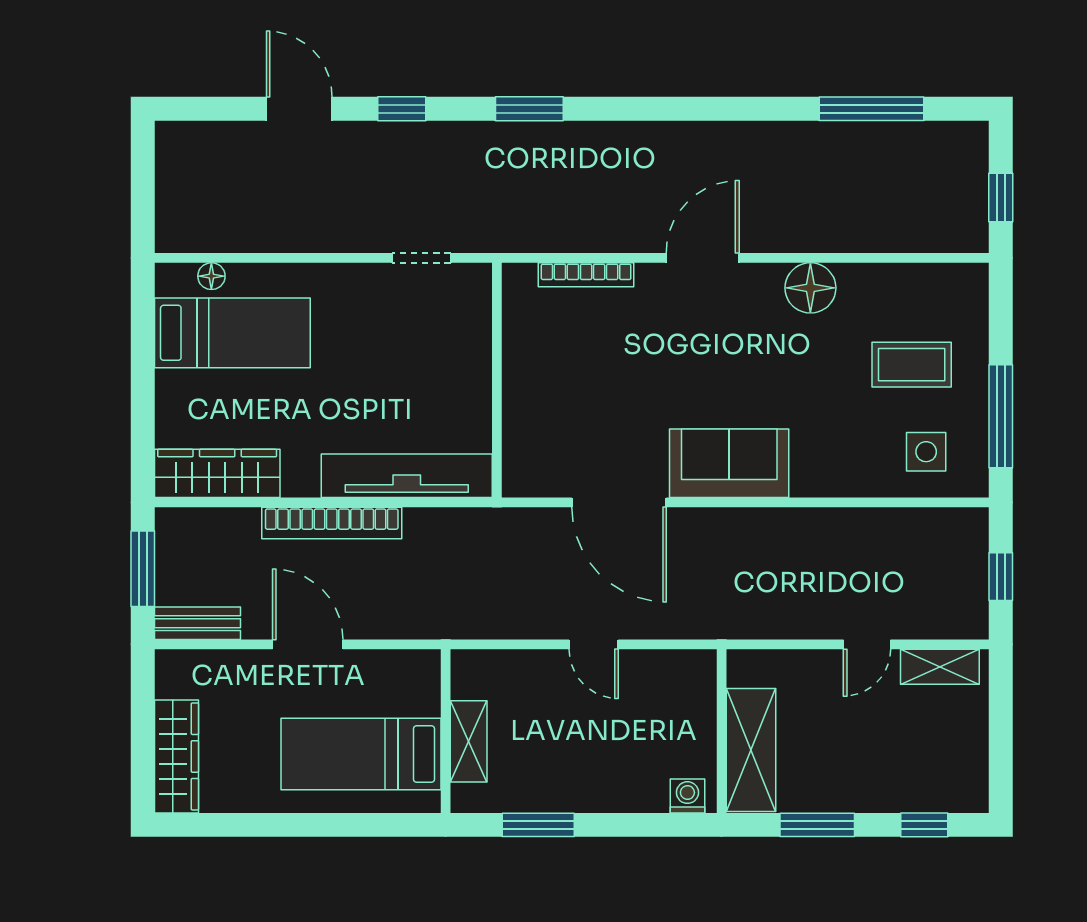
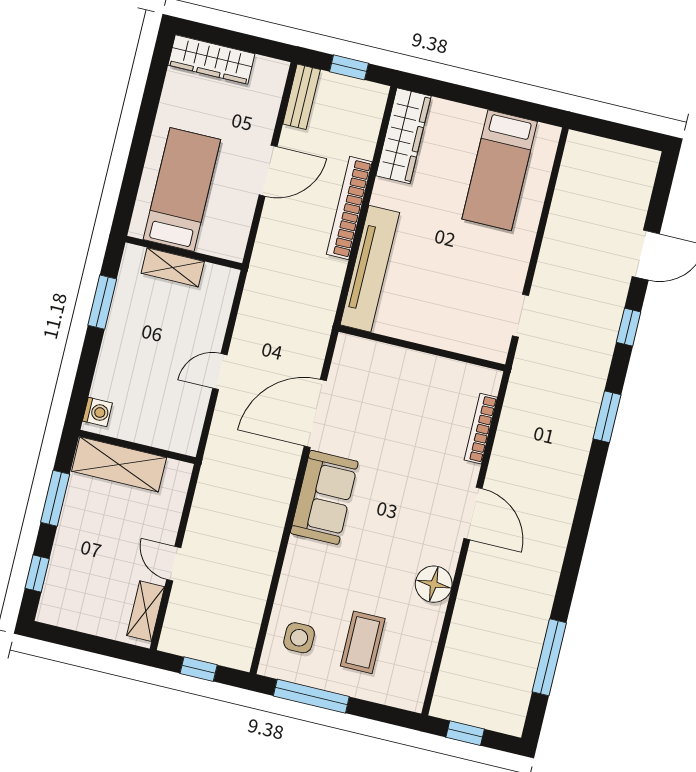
floor lamp: (211, 276) -> (543, 165), removed
window: (143, 569) -> (349, 67), width x0.67

